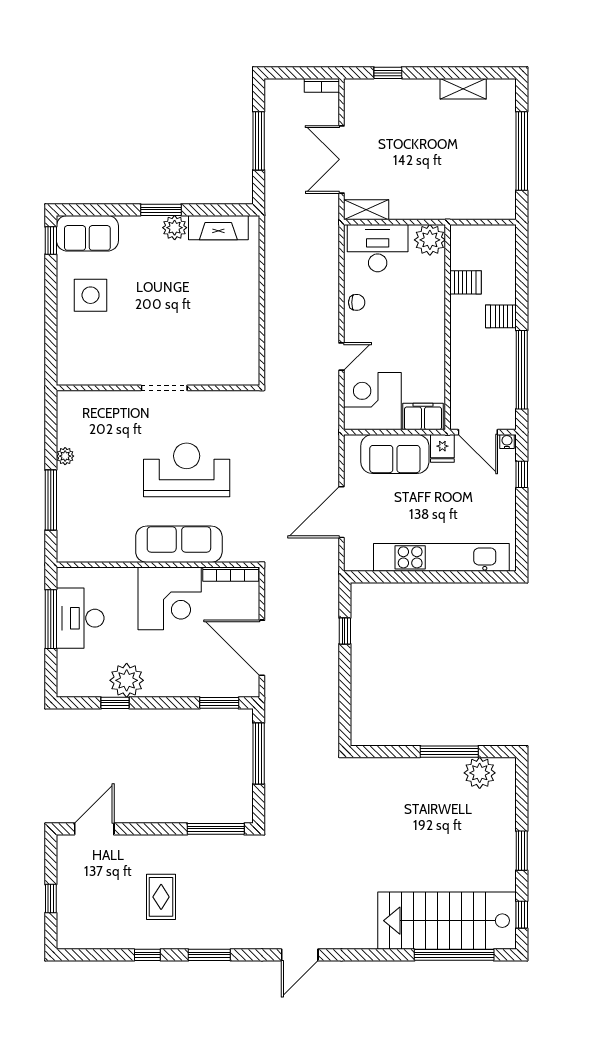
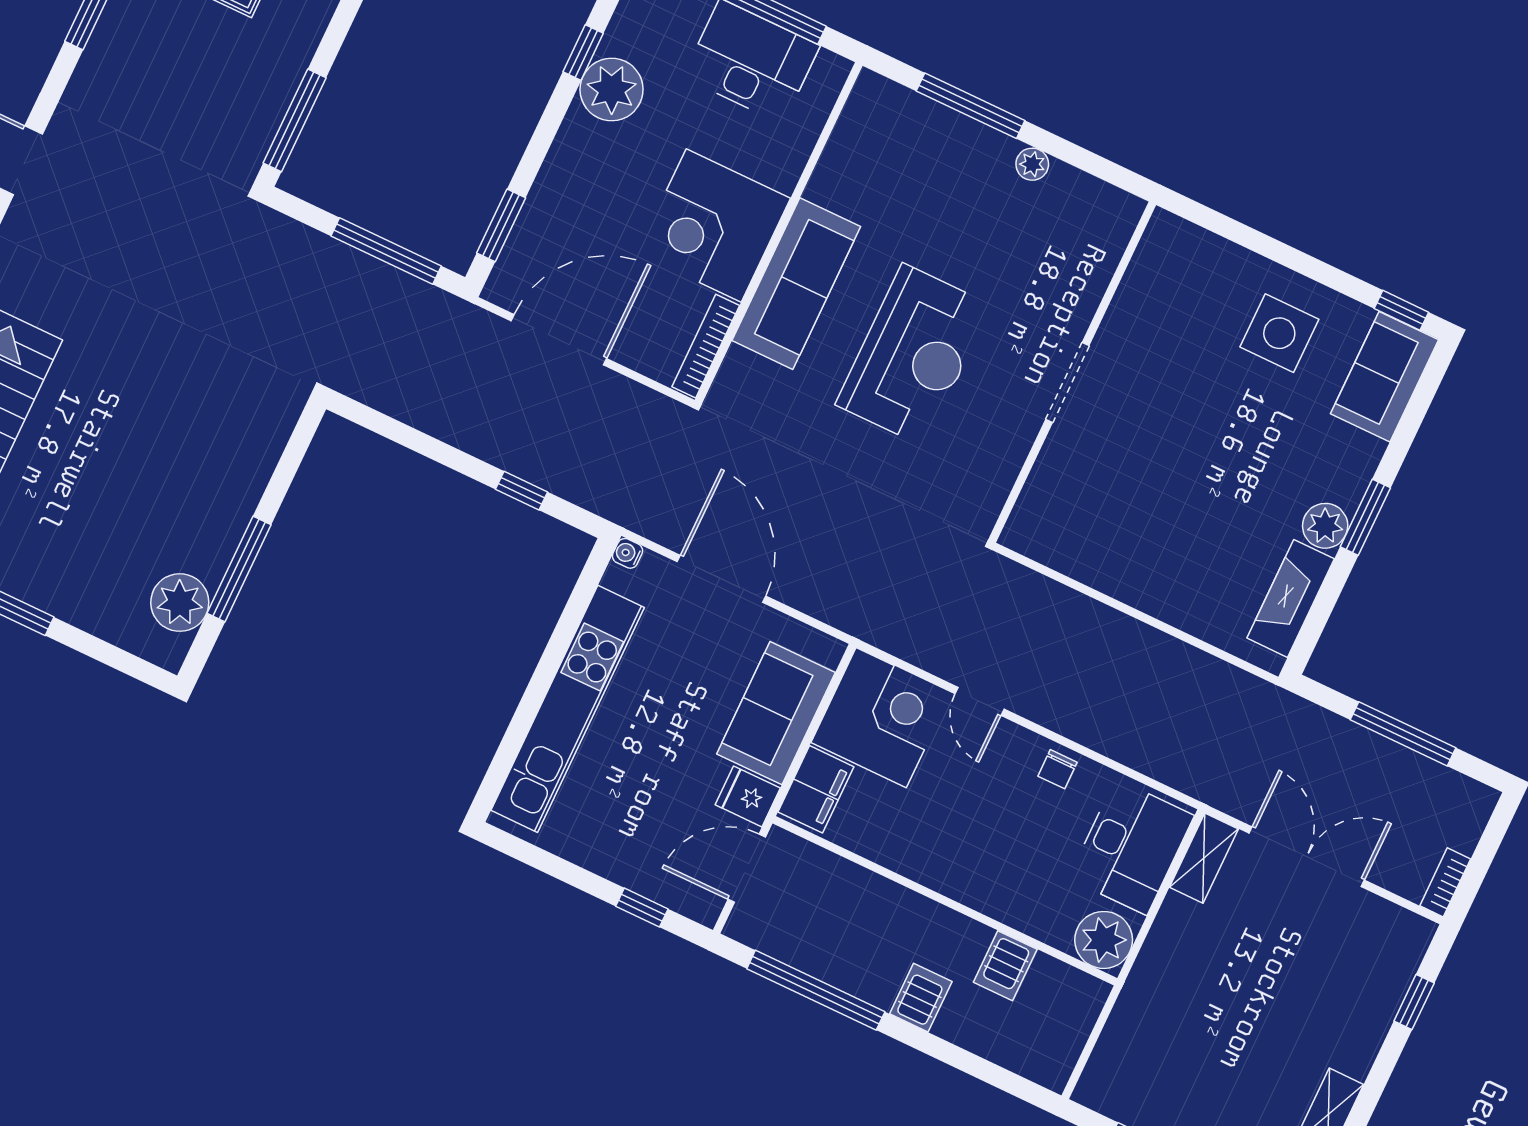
water cooler: (507, 441) -> (628, 553), moved, turned 180

